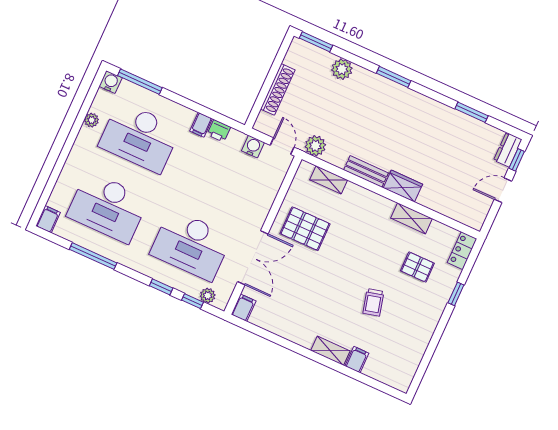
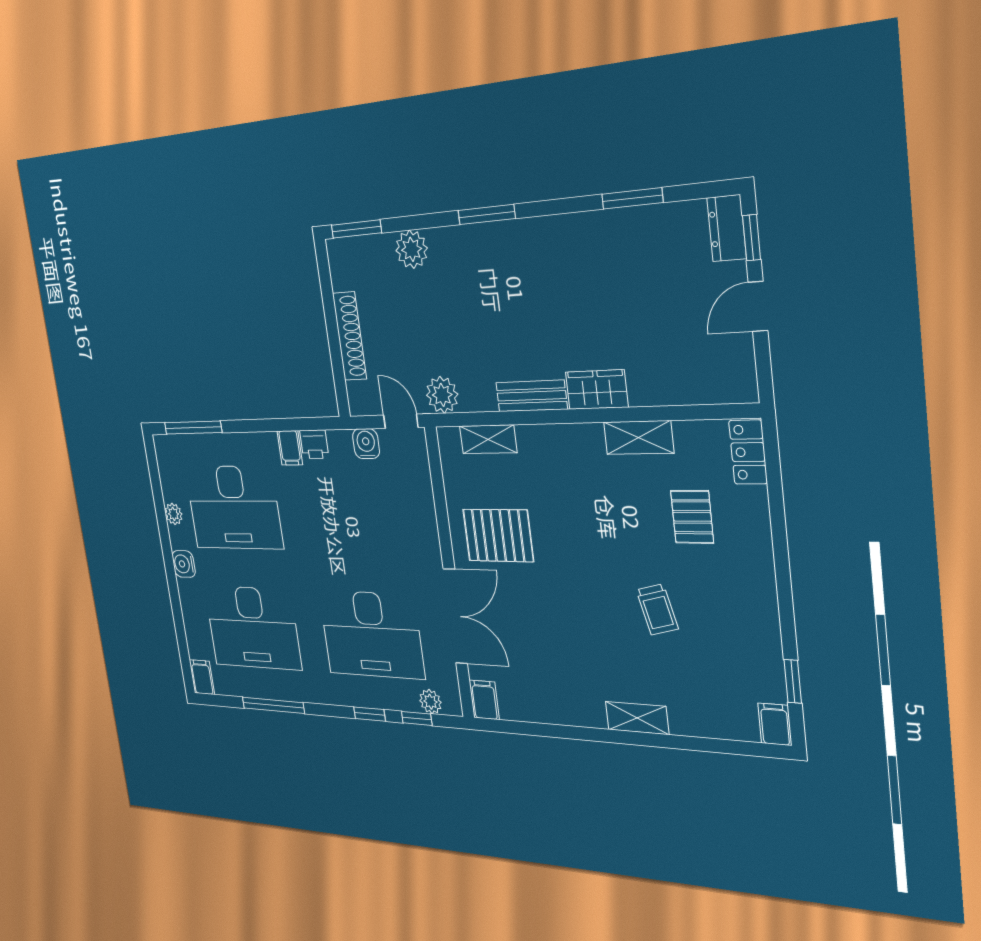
water cooler: (111, 82) -> (184, 564), moved, turned -90
pallet: (417, 267) -> (692, 517), turned 90
window: (456, 294) -> (793, 681), moved
filing cabinet: (357, 360) -> (775, 724), moved

